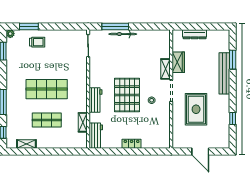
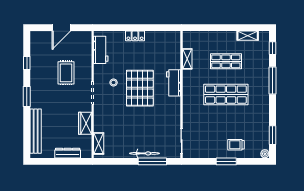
window: (29, 27) -> (226, 161), moved
window: (233, 60) -> (27, 96), moved
shelving: (166, 69) -> (99, 143), moved
bench: (224, 73) -> (36, 131), moved
rug: (196, 109) -> (66, 73), width x0.73, depth x0.70
workbench: (96, 136) -> (101, 50), moved, turned 180
door: (200, 152) -> (61, 28), swing flipped

